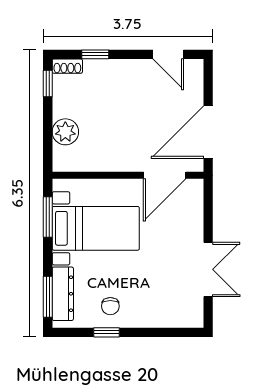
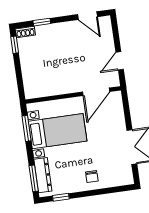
plant: (65, 132) -> (30, 73), removed
door: (208, 132) -> (120, 61), width x0.53
chair: (110, 306) -> (92, 177), moved
window: (106, 332) -> (61, 197), moved

